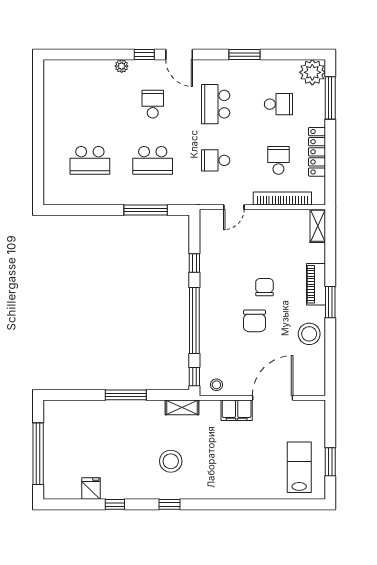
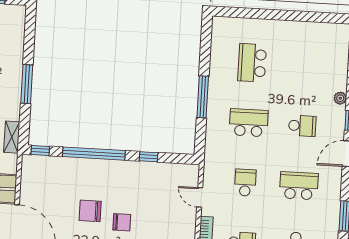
school desk: (153, 160) -> (249, 123), turned 90
window: (146, 210) -> (203, 97), moved
stool: (216, 385) -> (31, 171), removed

